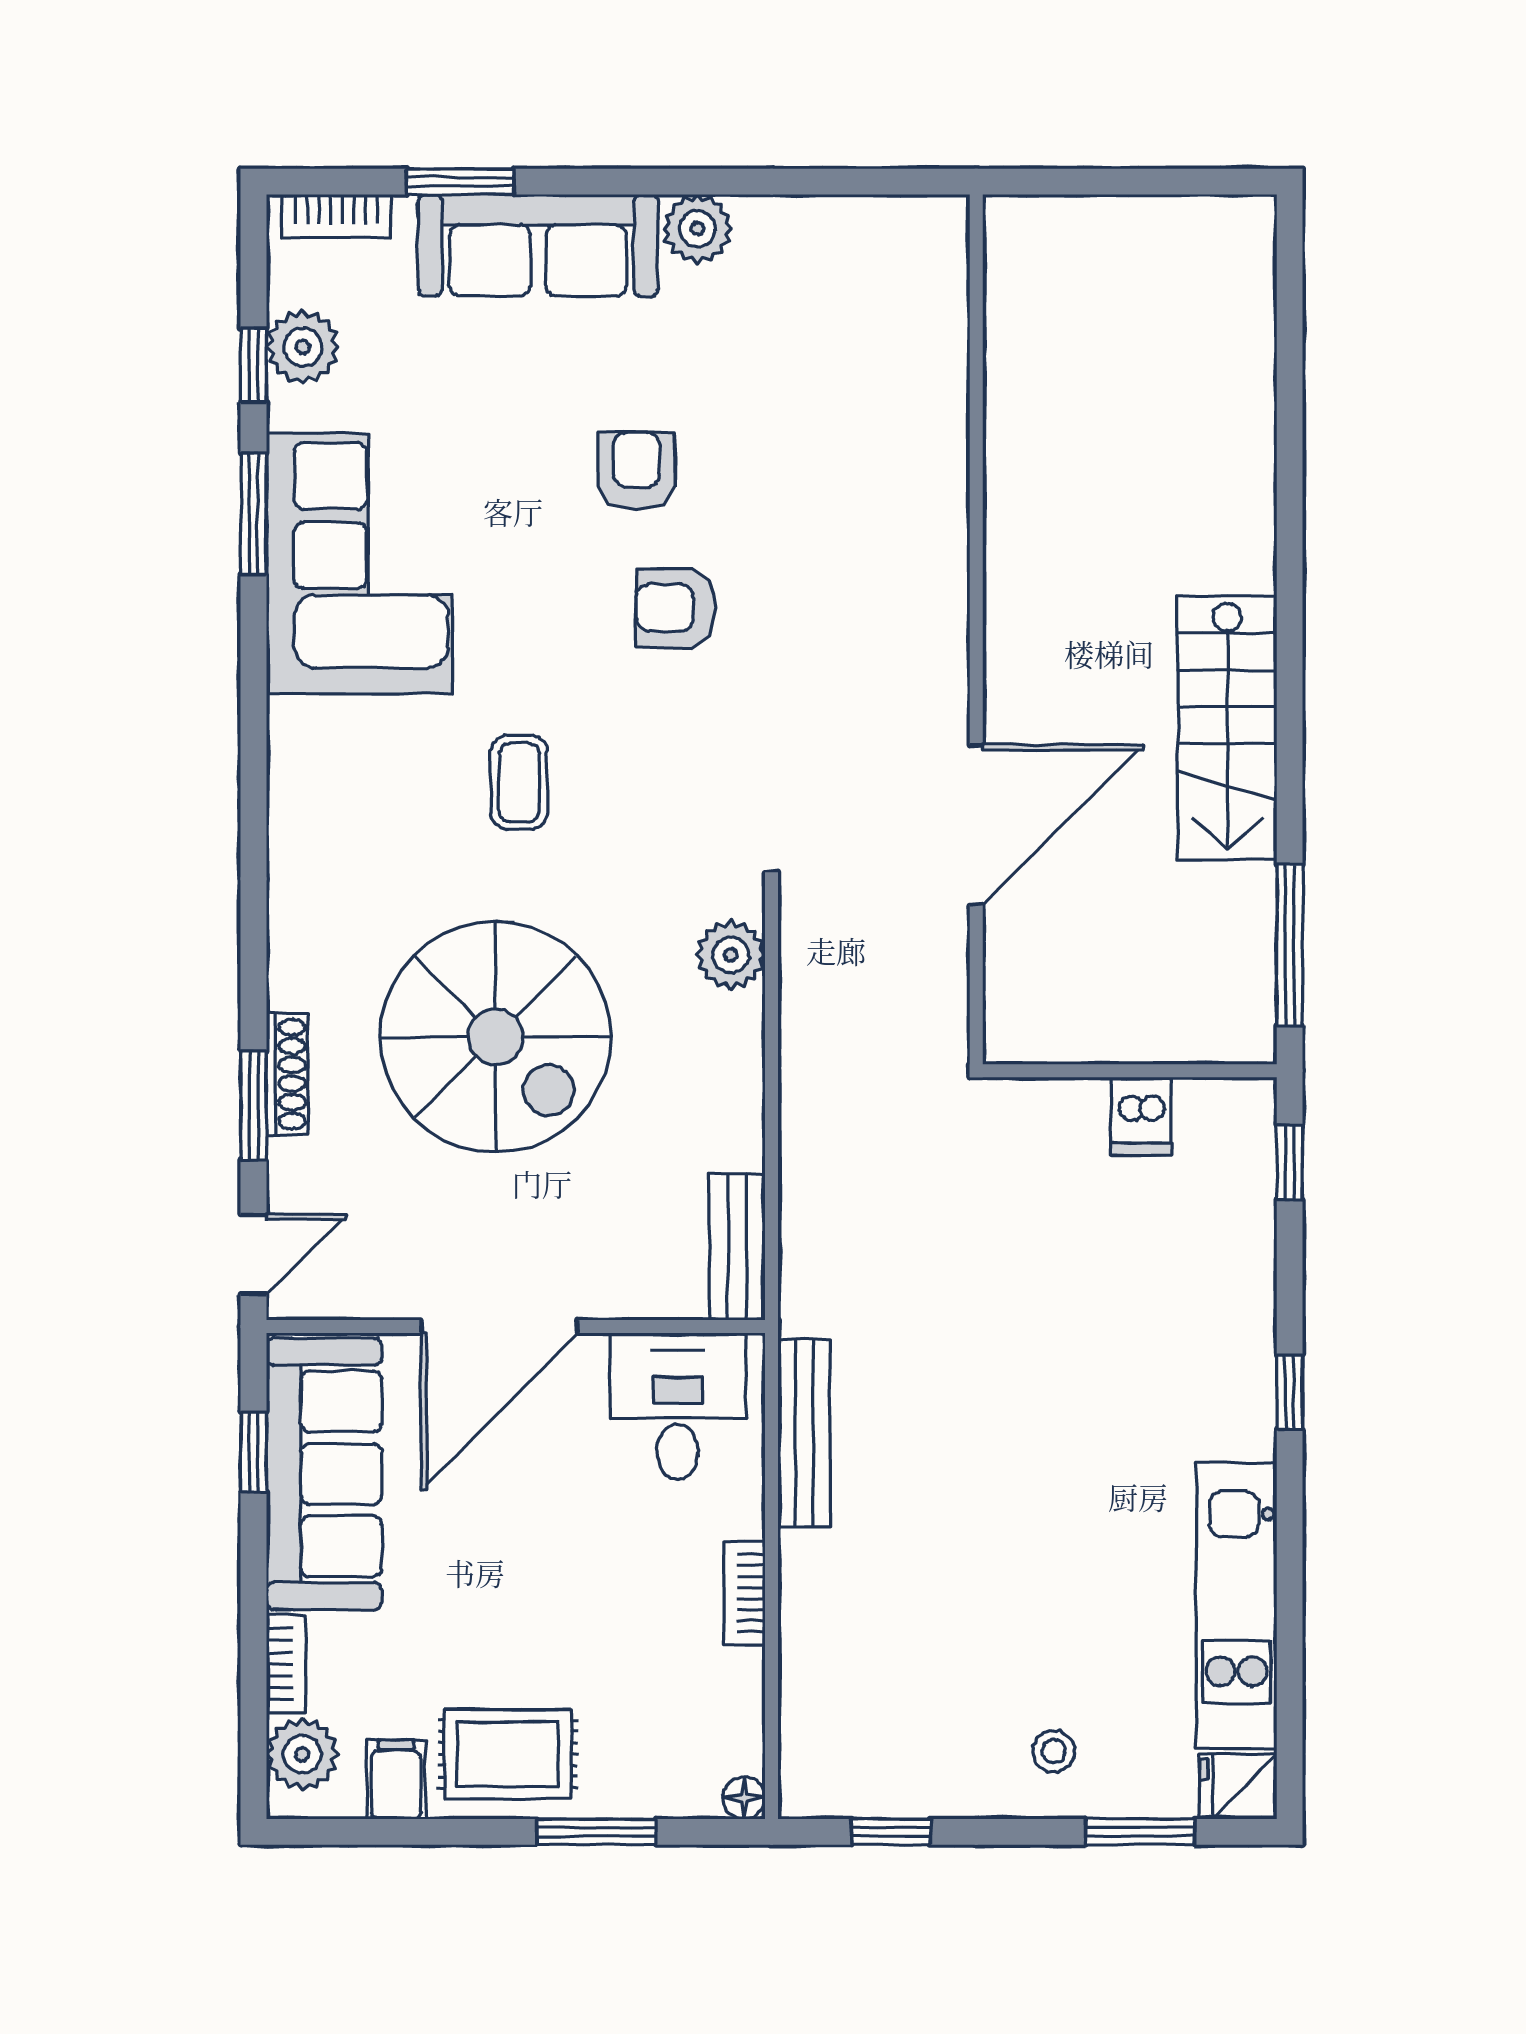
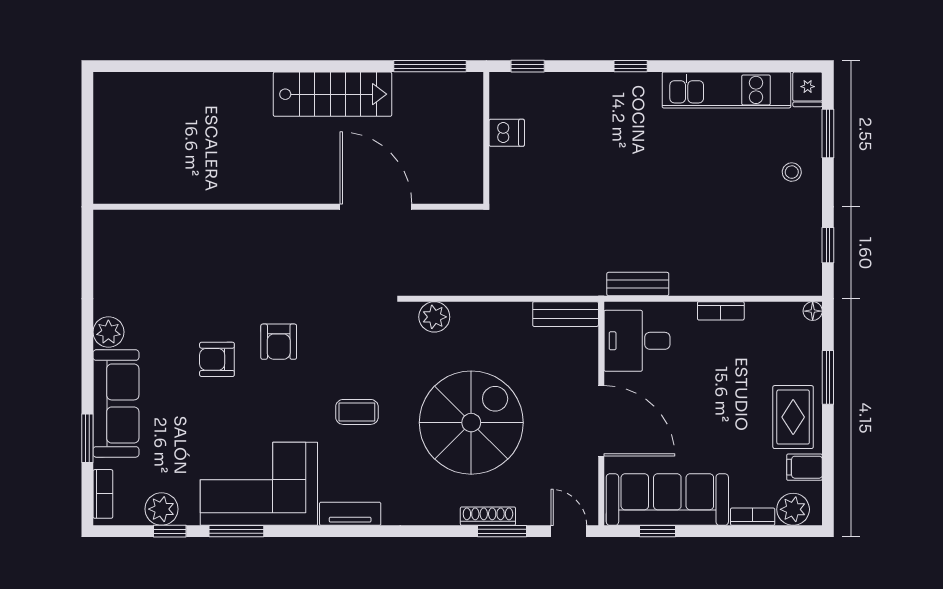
tv unit: (292, 767) -> (350, 514), added
bench: (804, 1433) -> (638, 284), width x0.73

